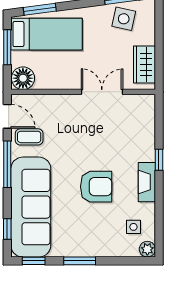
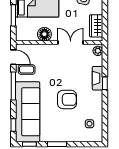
floor lamp: (23, 78) -> (44, 34), moved
fireplace: (147, 182) -> (98, 78), moved
plant: (147, 249) -> (98, 51), moved

